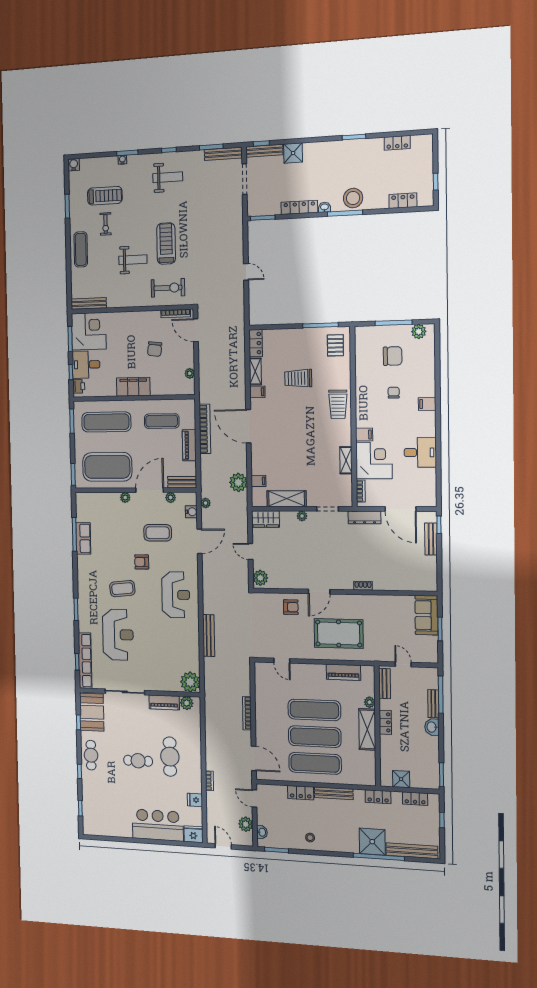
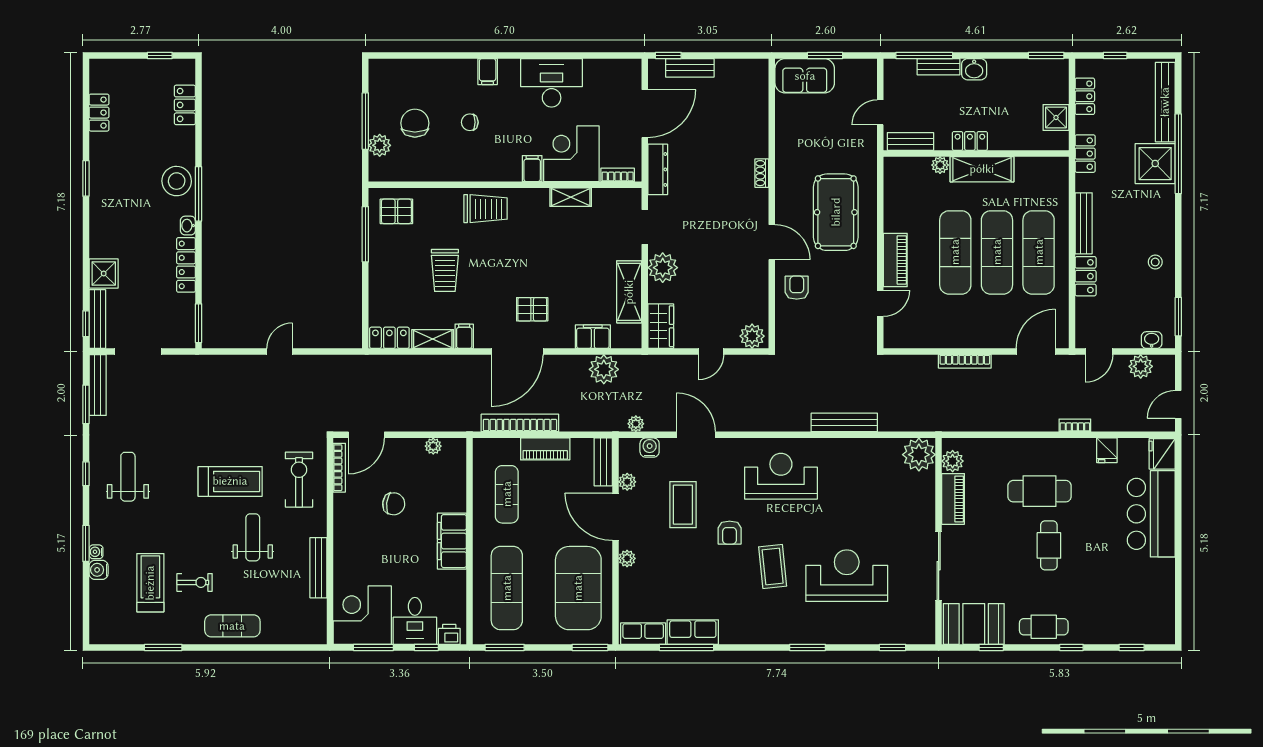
water cooler: (74, 165) -> (99, 570), moved
treadmill: (166, 244) -> (230, 481), turned 180
bench: (89, 303) -> (318, 568), moved
plant: (419, 332) -> (380, 145), moved
pallet: (275, 436) -> (532, 309), added
desk: (420, 452) -> (552, 83), width x1.37
filing cabinet: (258, 481) -> (593, 337), width x2.00
plant: (302, 516) -> (663, 268), width x1.88, depth x1.88
row of seats: (85, 661) -> (643, 634), moved, width x0.50
piano: (343, 672) -> (895, 260), moved

